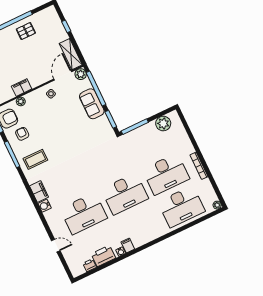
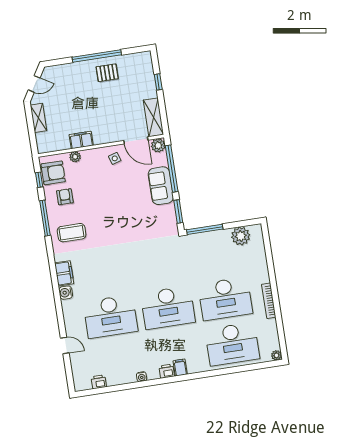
door: (63, 75) -> (136, 140), swing flipped
filing cabinet: (128, 245) -> (180, 368), moved
printer: (103, 256) -> (167, 371), moved, width x0.53, depth x0.68

